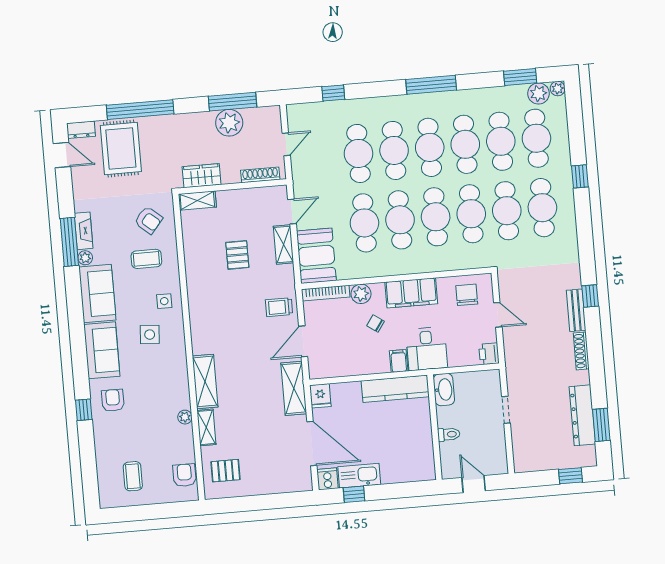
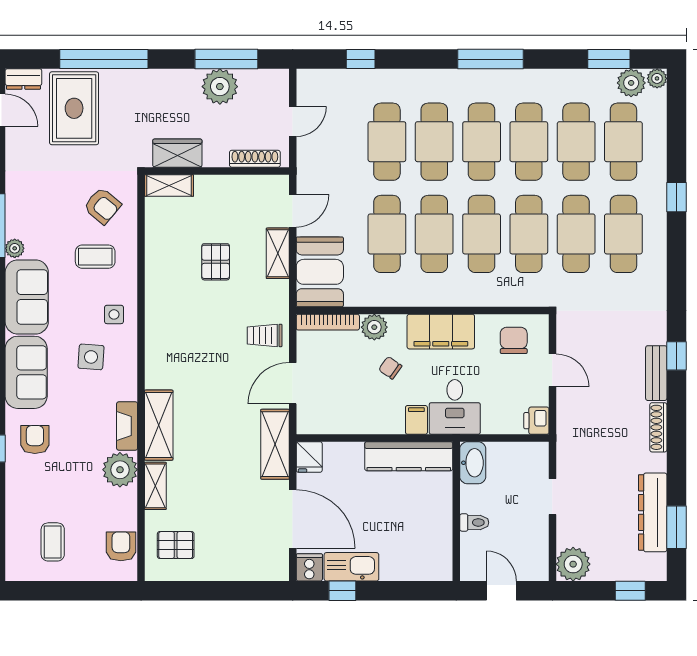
fireplace: (84, 231) -> (127, 426), moved, turned 180
plant: (185, 417) -> (120, 470), width x1.88, depth x1.88
plant: (526, 459) -> (573, 564), added

